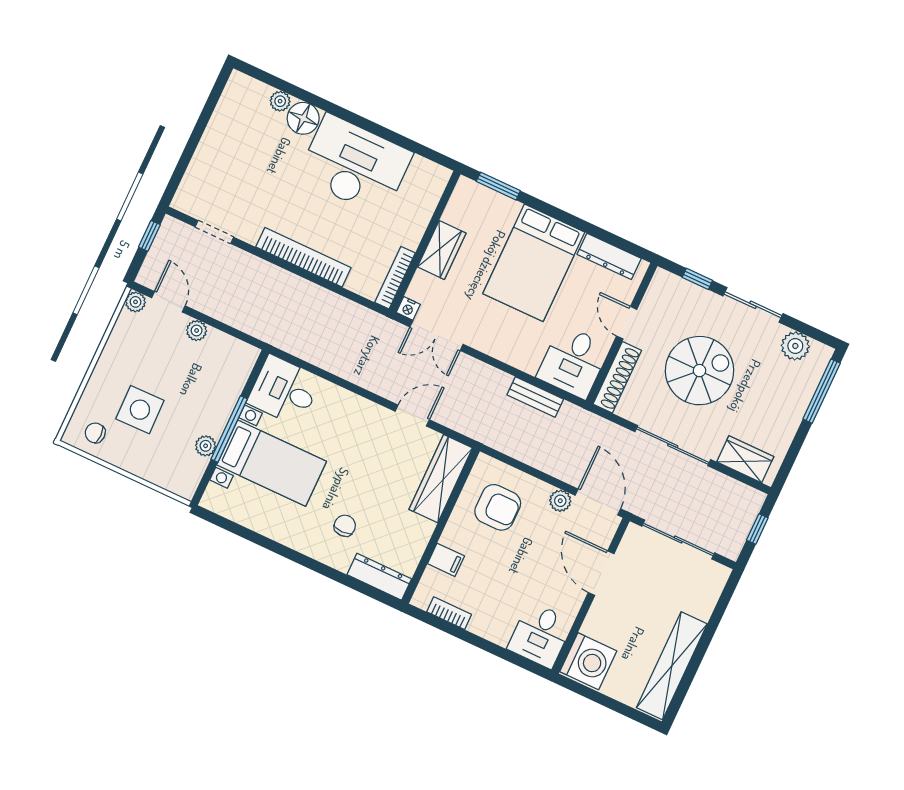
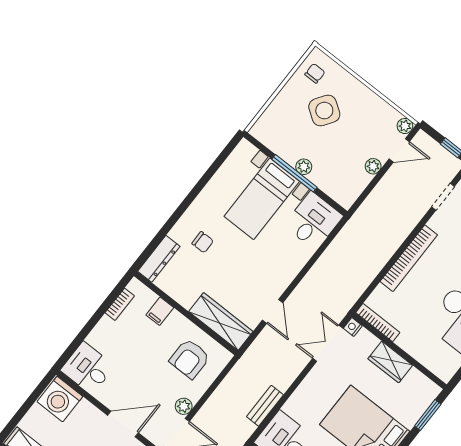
side table: (140, 410) -> (324, 111), turned 35
plant: (206, 446) -> (304, 167), moved

